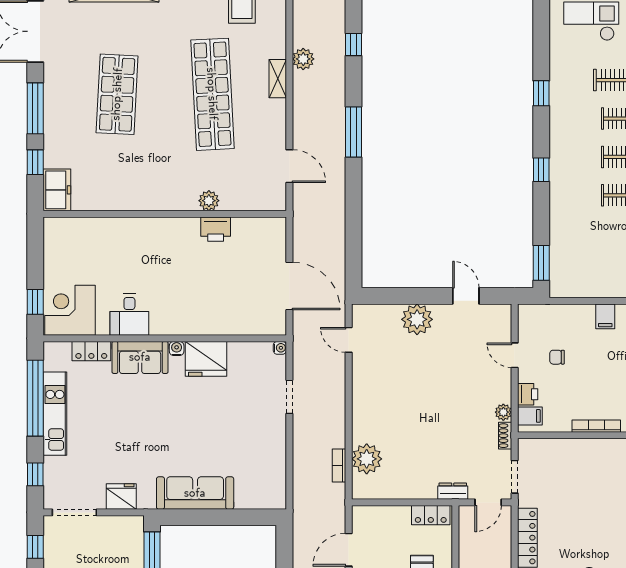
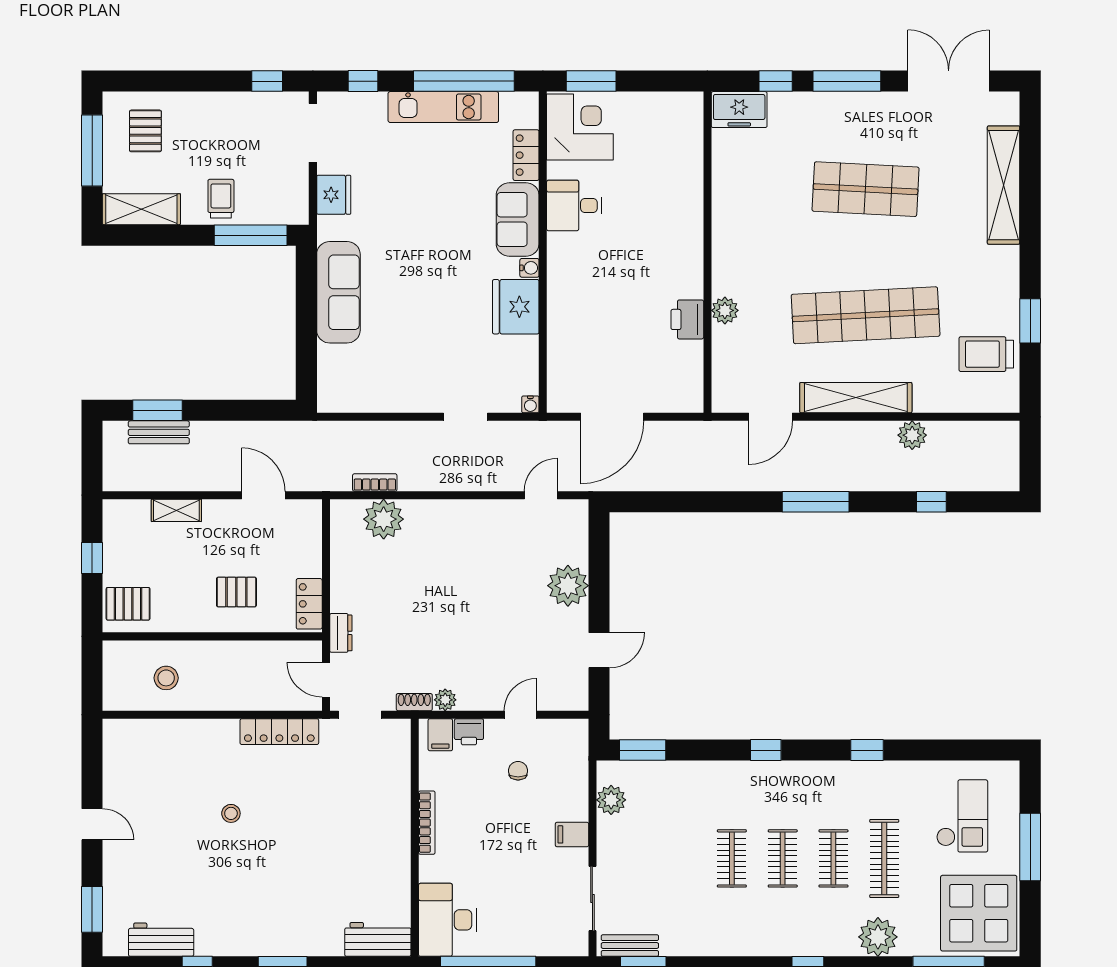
shelving: (278, 79) -> (856, 398), width x2.20, depth x1.33
plant: (579, 287) -> (611, 800), added
window: (35, 302) -> (591, 81), width x1.50

